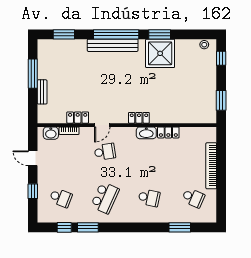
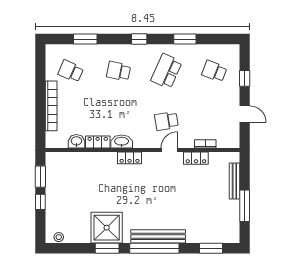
window: (221, 58) -> (40, 202), moved
bench: (42, 92) -> (234, 181), width x1.36
washbasin: (51, 133) -> (76, 141), moved
window: (64, 227) -> (139, 39), moved

